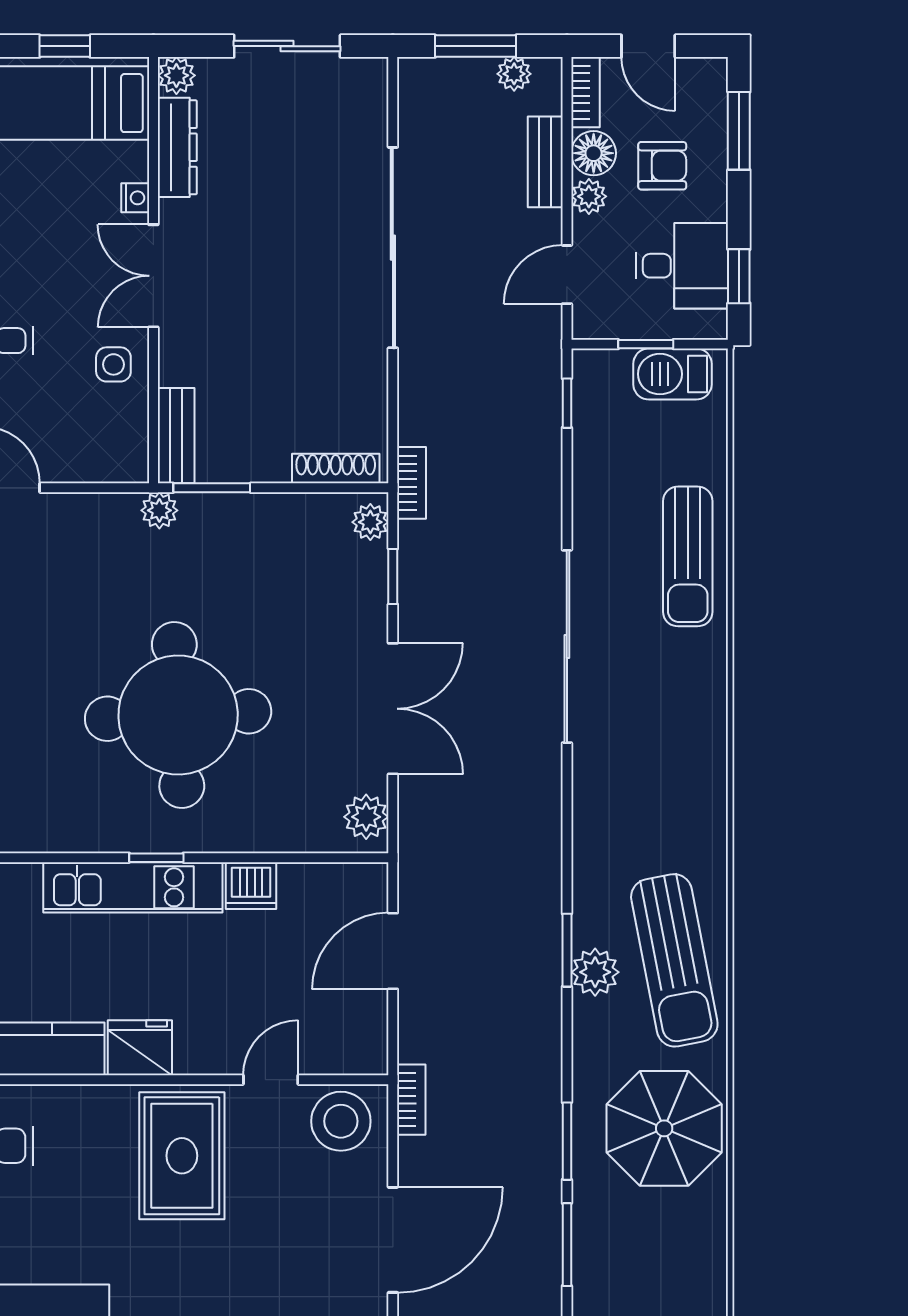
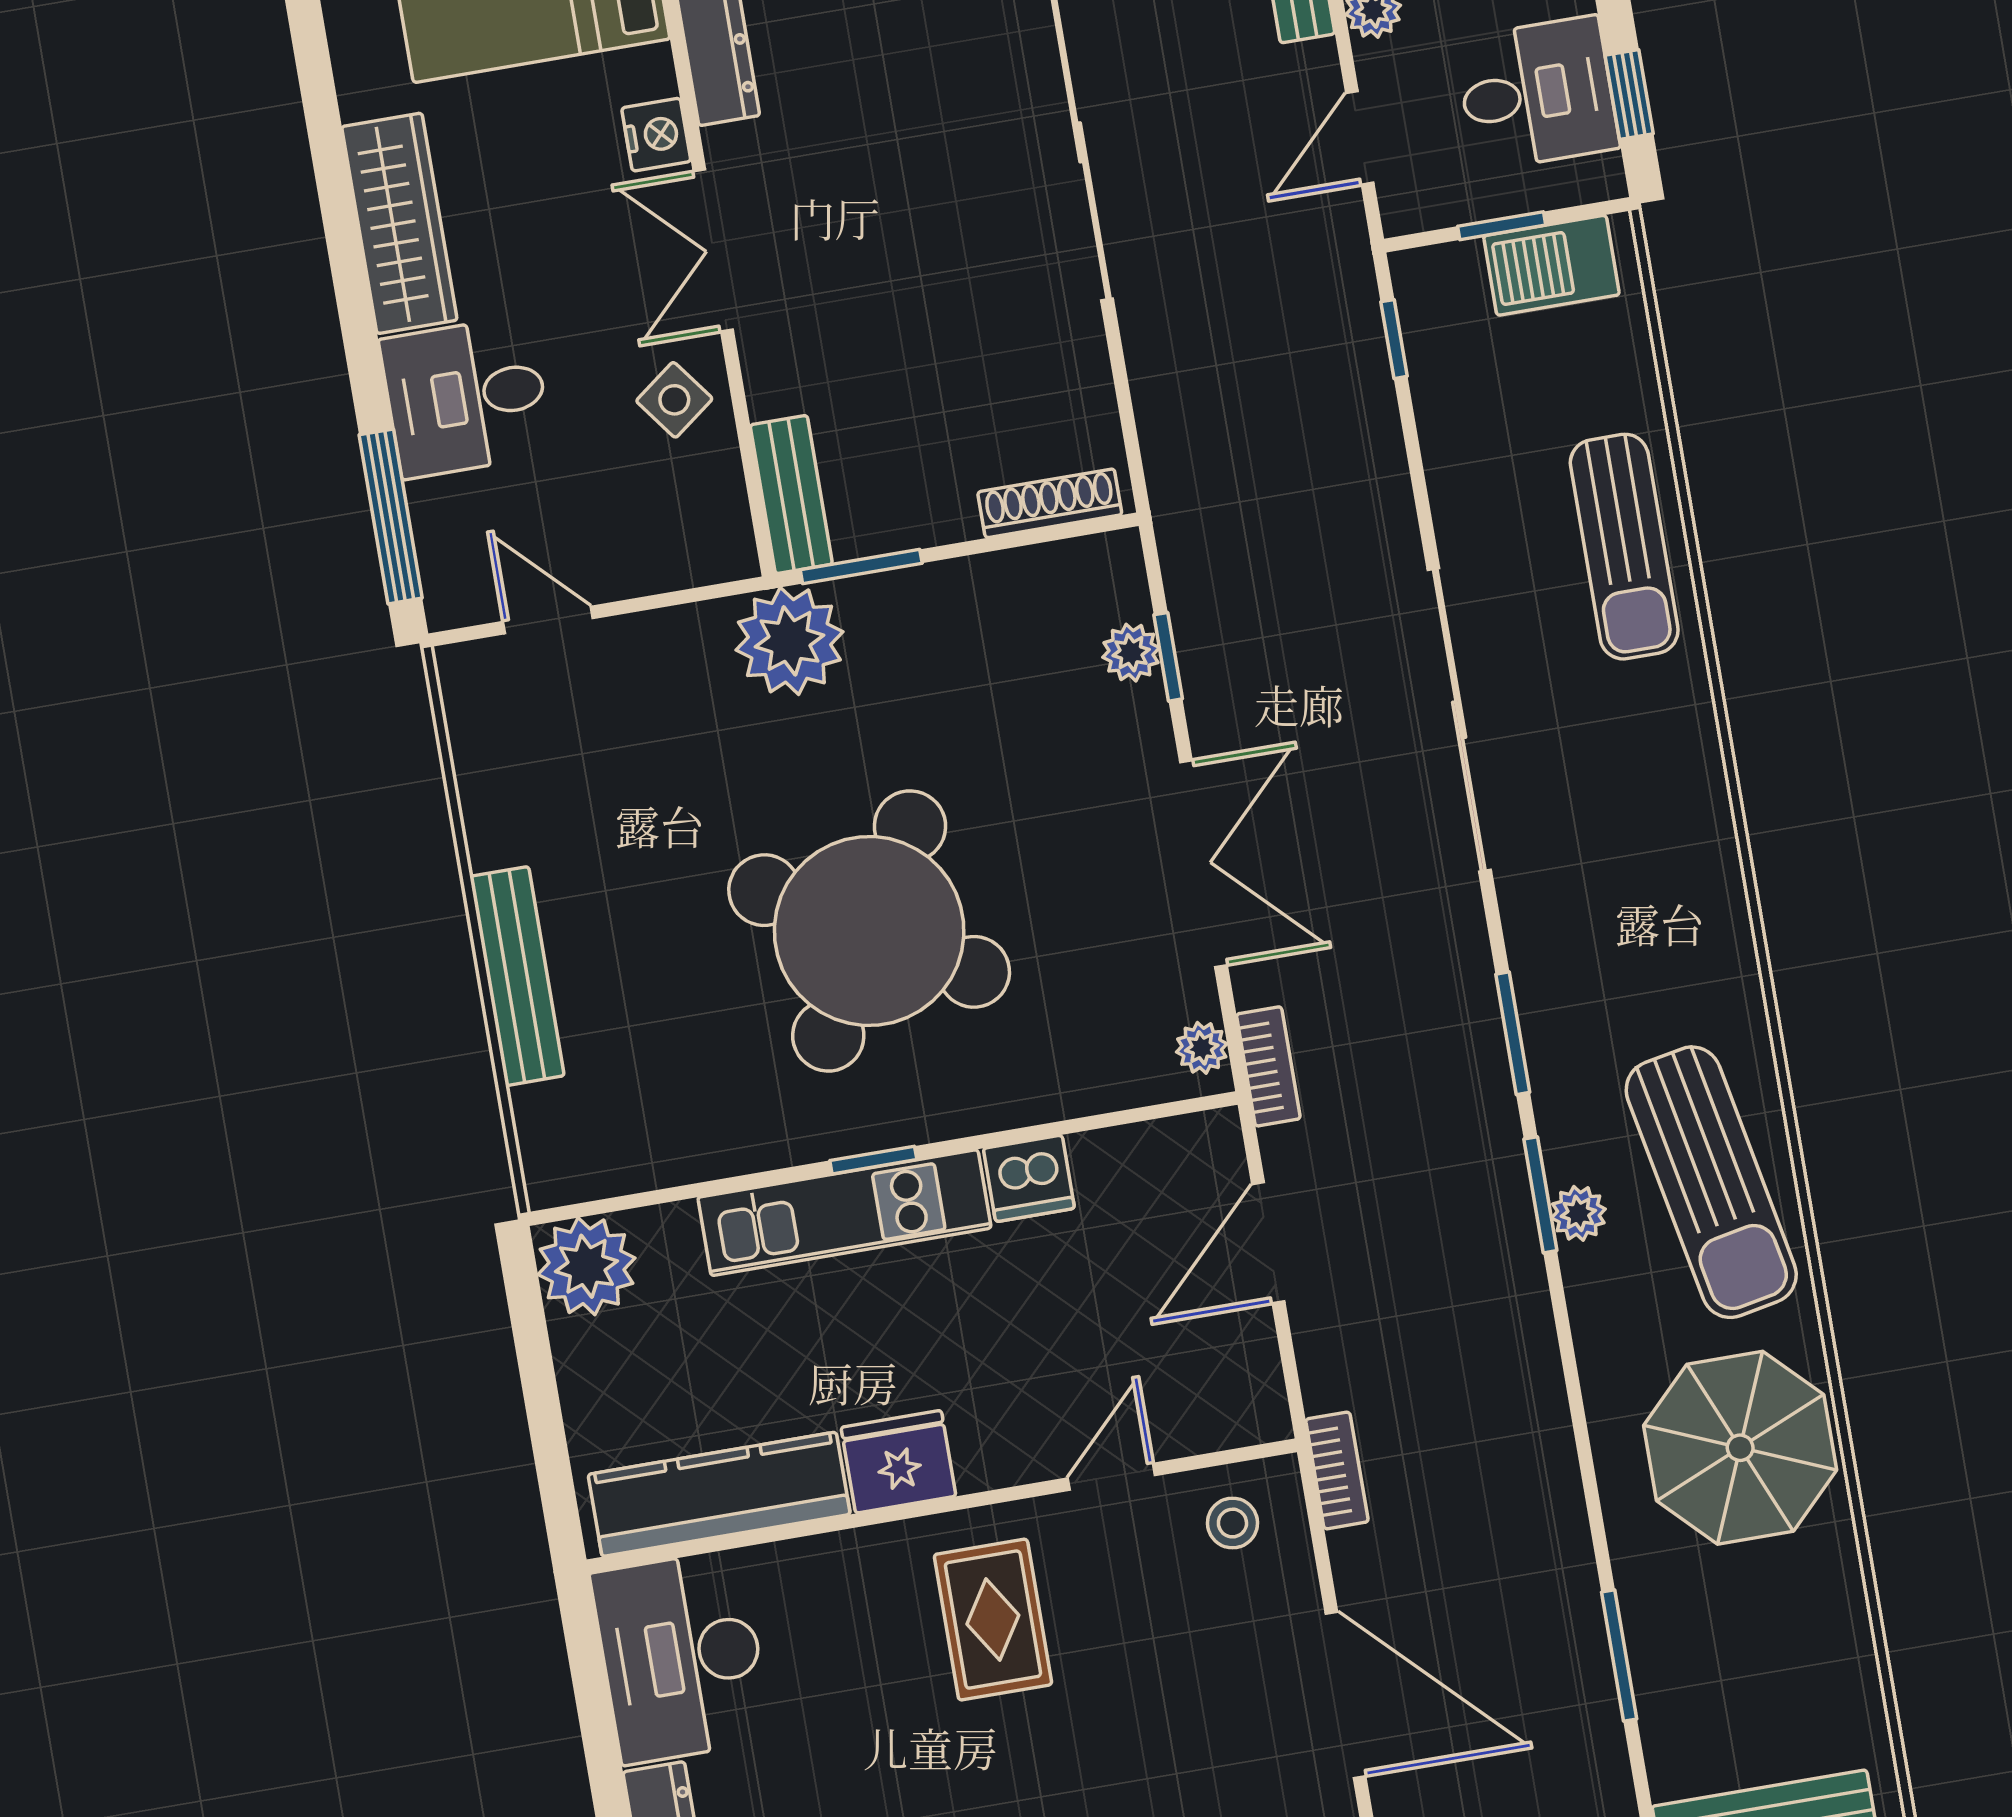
nightstand: (135, 198) -> (656, 135), width x1.39, depth x1.35
side table: (113, 364) -> (674, 400), turned -37
bookcase: (412, 483) -> (1268, 1066), moved
plant: (159, 510) -> (789, 641), width x1.87, depth x1.87
plant: (370, 522) -> (1131, 653), moved
round table: (178, 715) -> (869, 931), turned 34
plant: (366, 817) -> (1202, 1048), width x0.73, depth x0.73
plant: (595, 972) -> (1578, 1213), width x0.73, depth x0.73
stool: (341, 1121) -> (1232, 1523), width x0.53, depth x0.53
window: (567, 1141) -> (1513, 1033), moved
rug: (182, 1156) -> (993, 1620), width x0.73, depth x0.70
door: (393, 1240) -> (1346, 1695), hinge flipped

